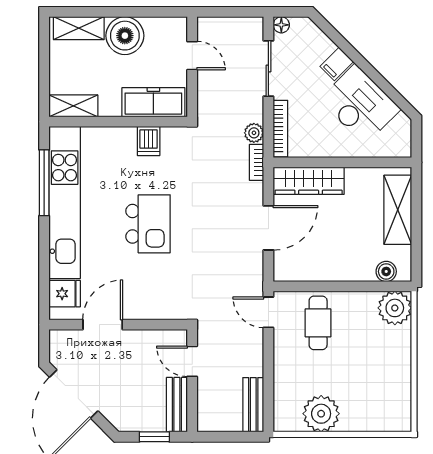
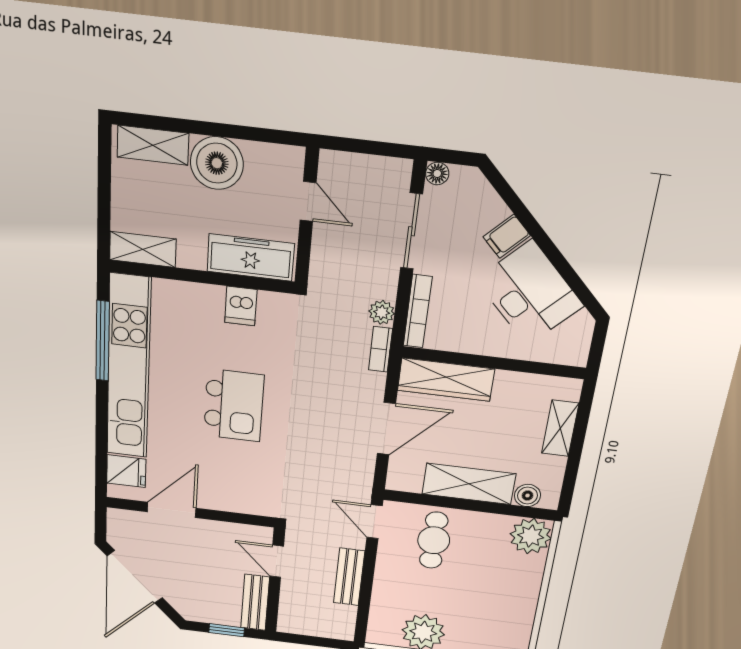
shelving: (398, 210) -> (560, 428), width x0.67, depth x0.75
shelving: (339, 267) -> (469, 484), added
bench: (253, 405) -> (349, 577), moved

